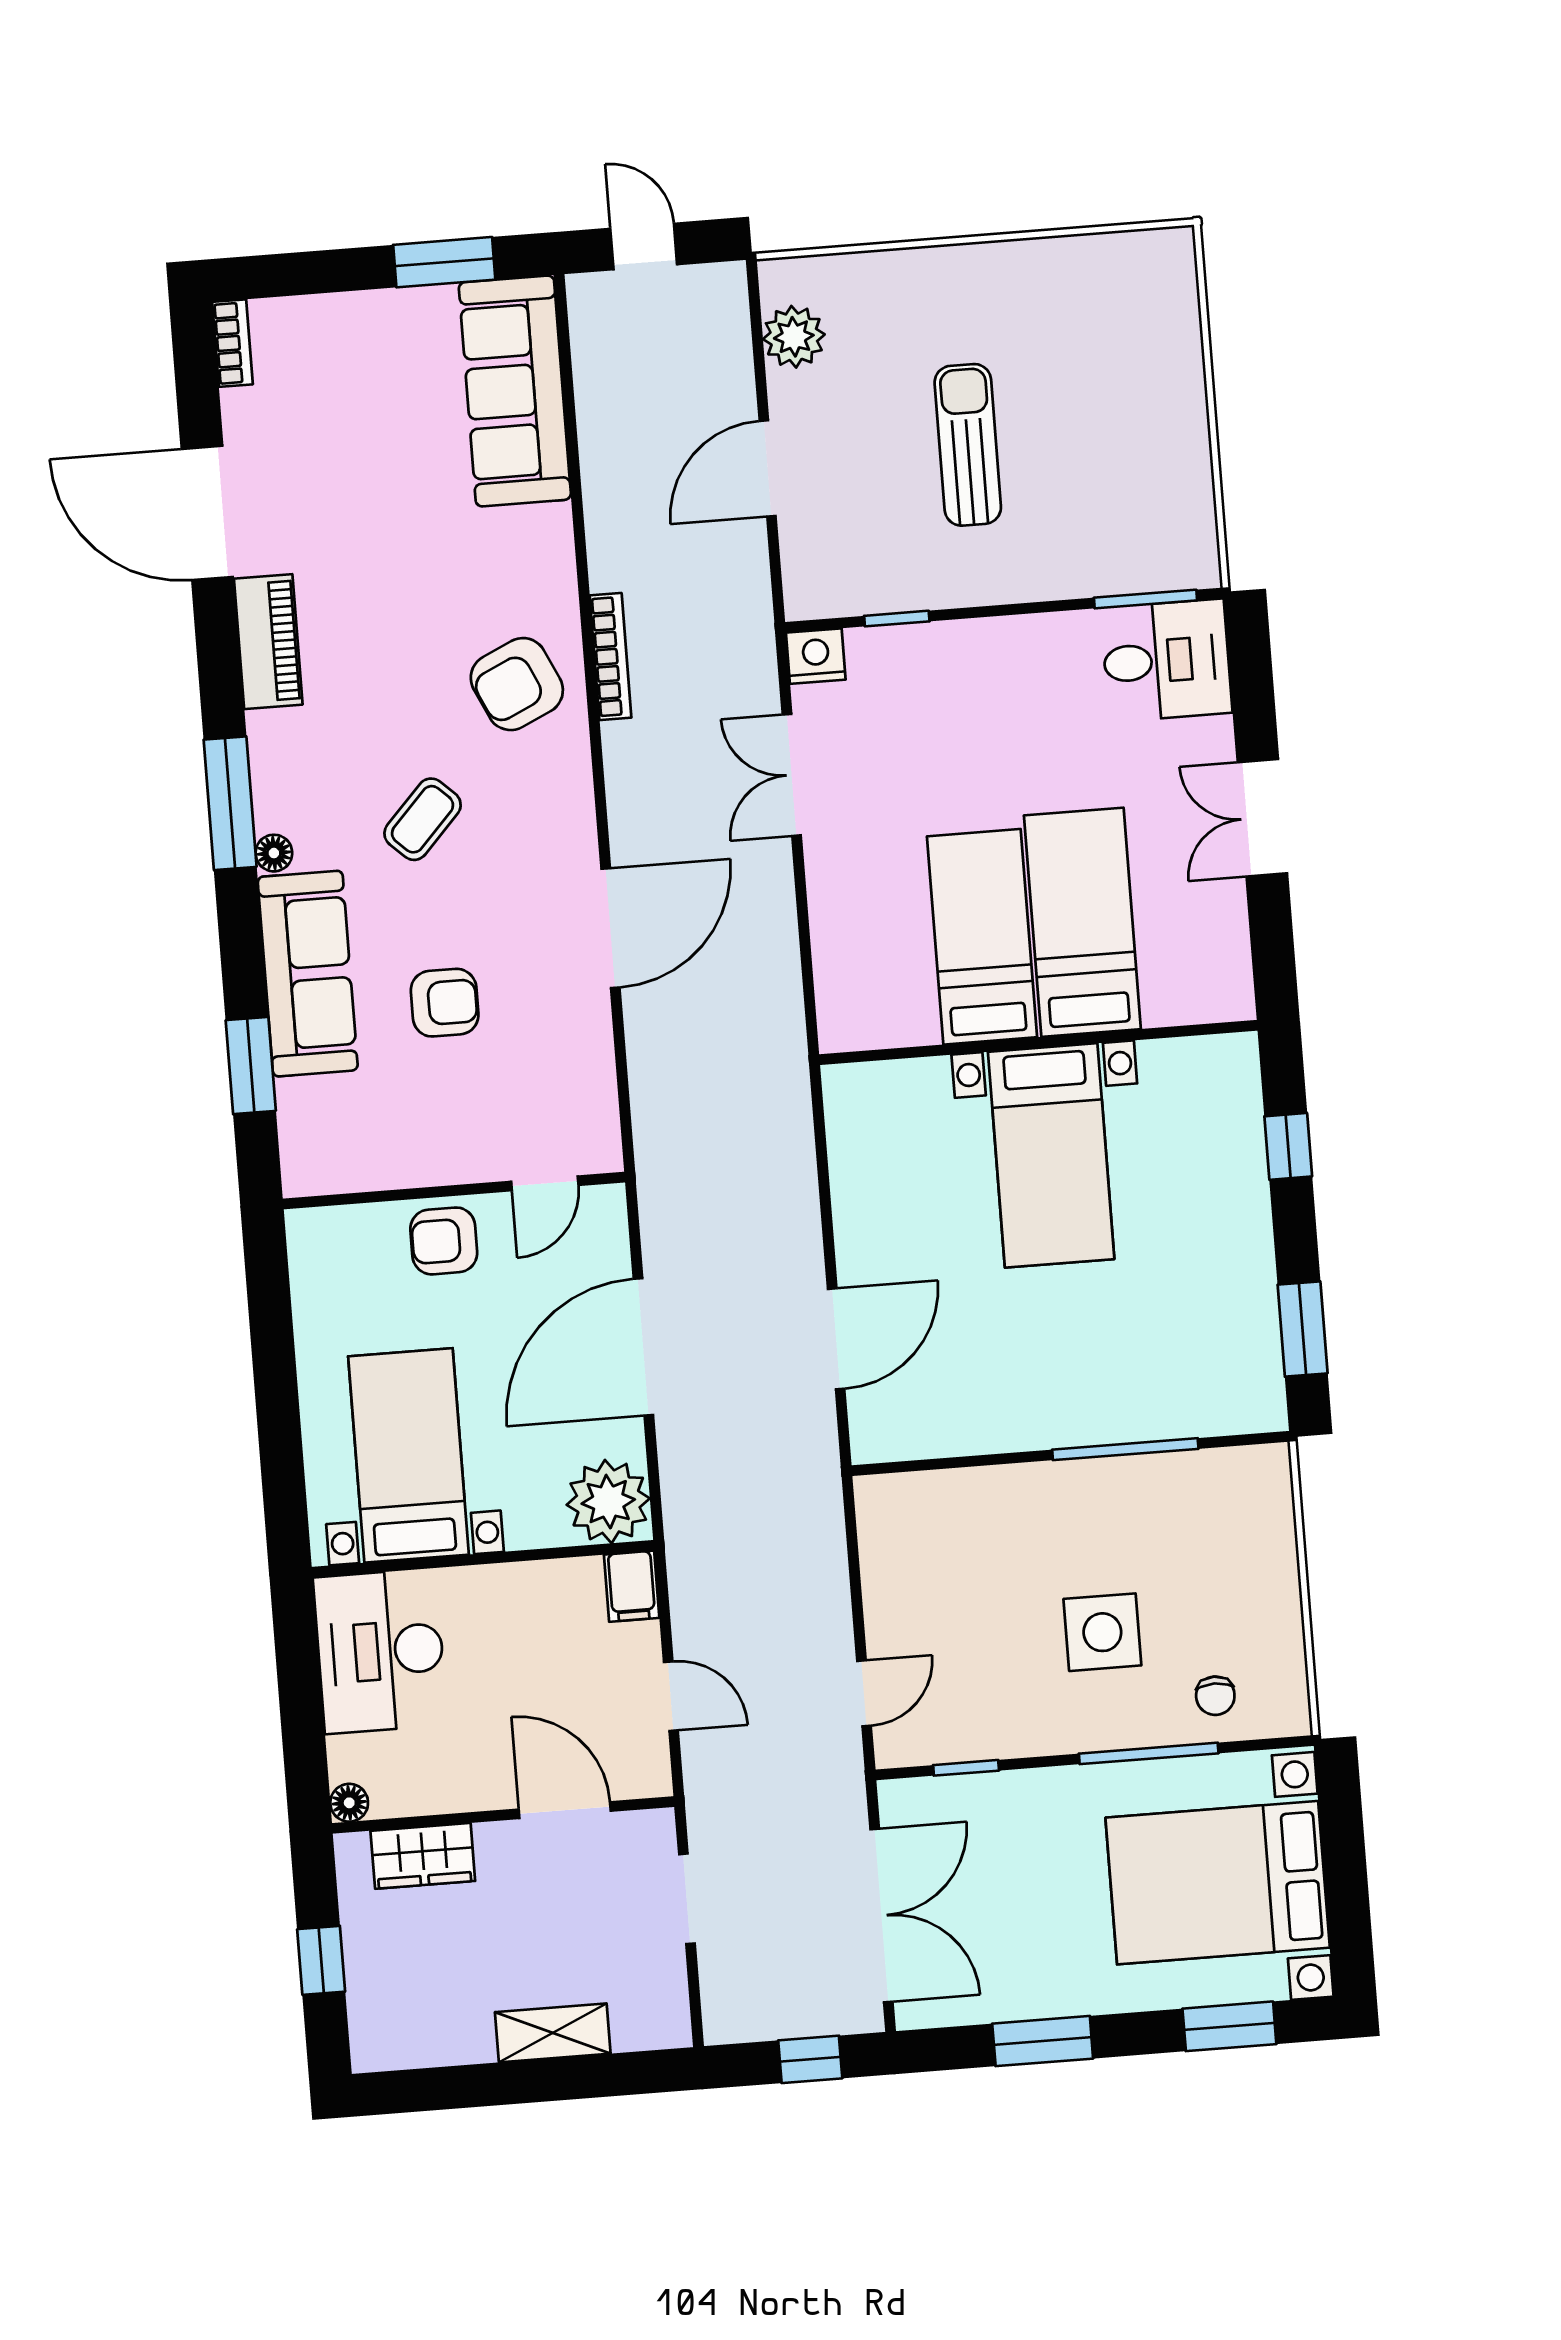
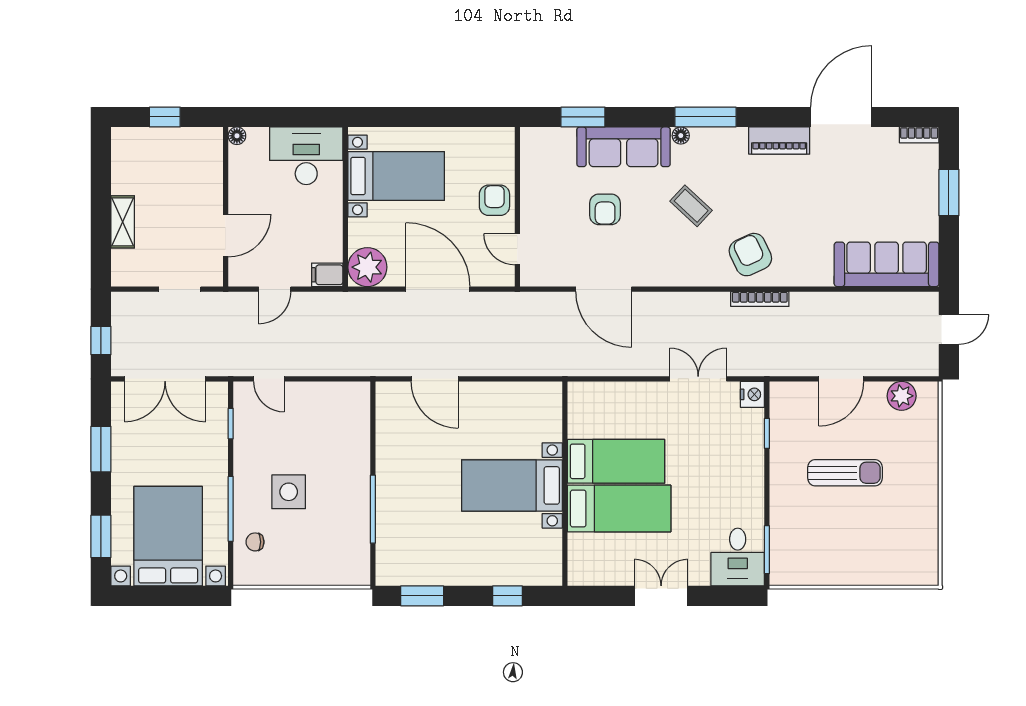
window: (444, 262) -> (949, 192), moved
door: (768, 468) -> (841, 379), swing flipped
door: (610, 928) -> (604, 289), moved
wardrobe: (423, 1856) -> (210, 168), removed

